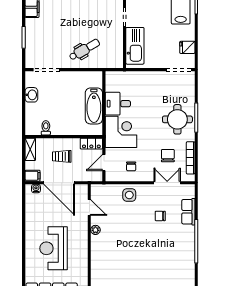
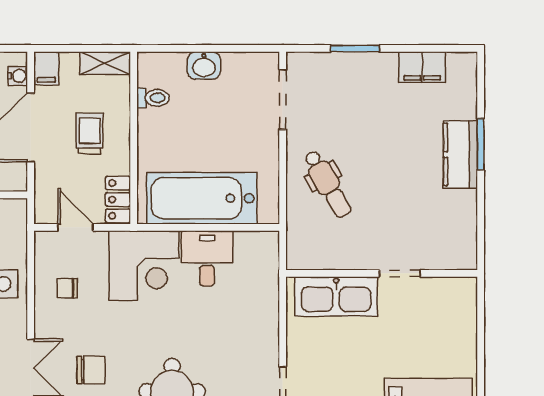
washbasin: (31, 95) -> (204, 66), moved
bathtub: (94, 106) -> (202, 198), width x1.36, depth x1.36

